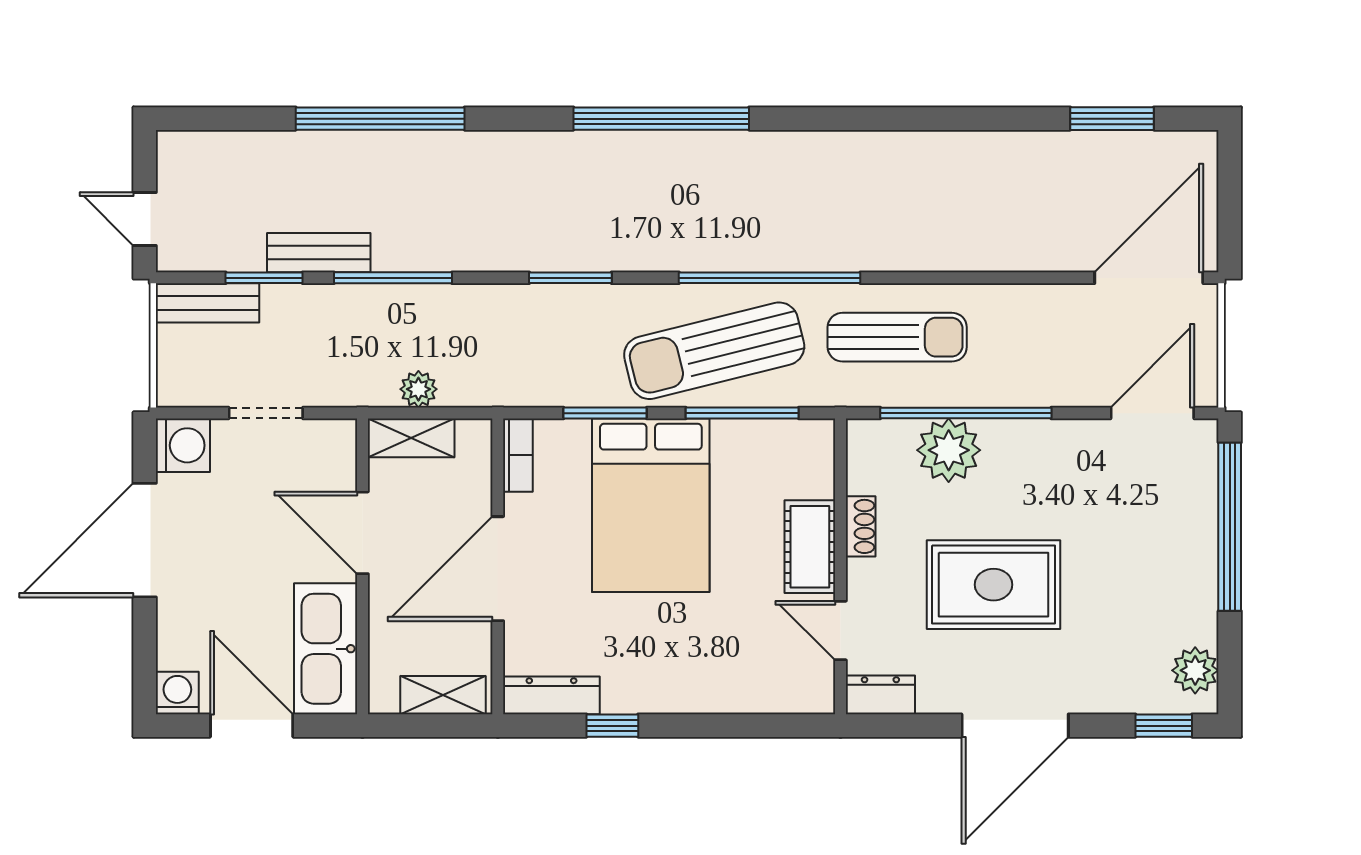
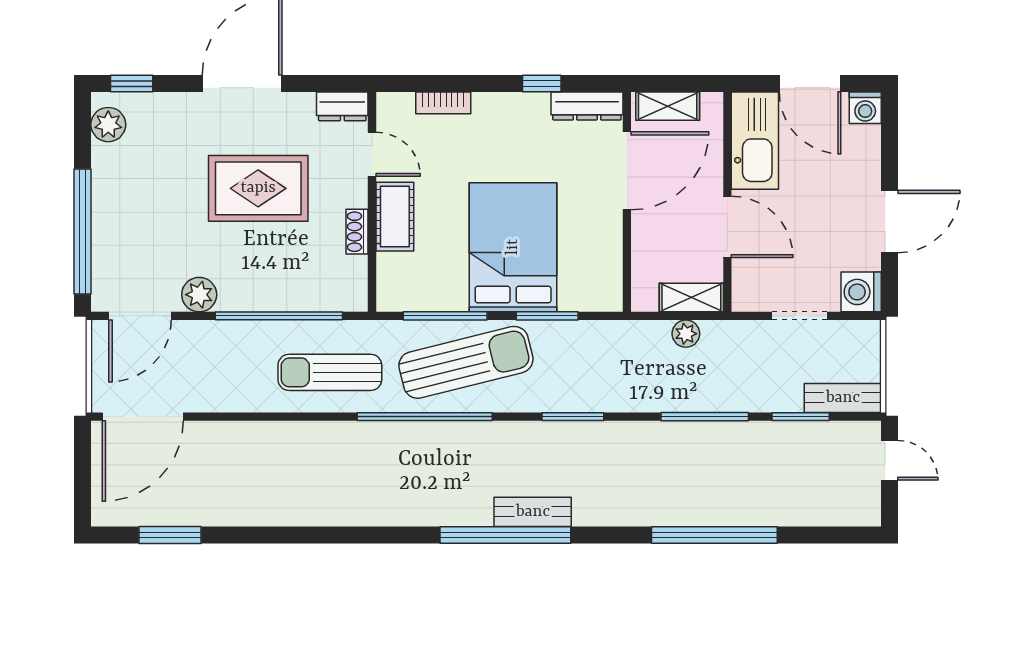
bench: (319, 253) -> (533, 512), moved
plant: (949, 450) -> (199, 295), moved, width x0.73, depth x0.73
bookcase: (518, 455) -> (443, 103), moved, turned -90
door: (145, 540) -> (889, 221), width x0.73
door: (498, 569) -> (627, 171), moved

